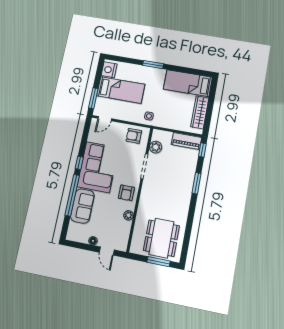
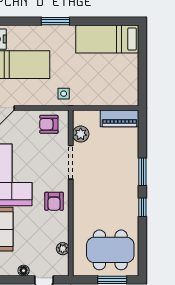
wardrobe: (200, 112) -> (130, 76), removed
window: (202, 150) -> (142, 207), moved
plant: (129, 215) -> (63, 249), moved
dining table: (161, 238) -> (110, 250), turned 90

